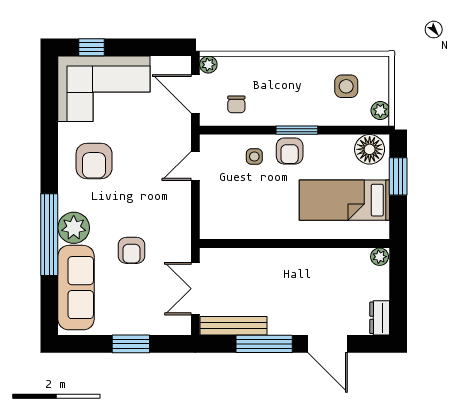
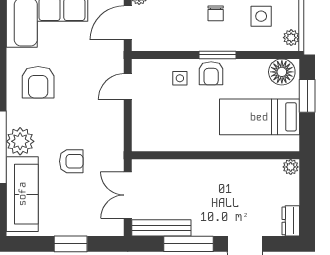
door: (195, 94) -> (128, 23), hinge flipped
chair: (236, 104) -> (216, 13), moved
armchair: (132, 250) -> (71, 161), turned -90

